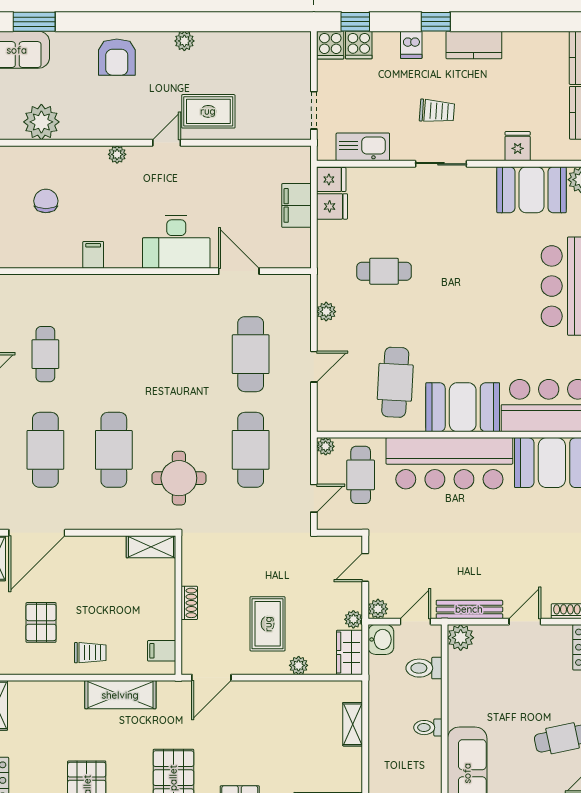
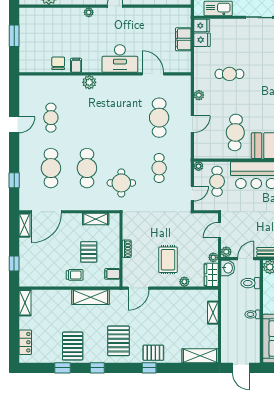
chair: (46, 201) -> (58, 63), moved
plant: (118, 287) -> (89, 82), added
cafe table: (251, 450) -> (159, 168), width x0.73, depth x0.74
shelving: (151, 547) -> (96, 219), moved
pallet: (41, 622) -> (89, 252), moved

